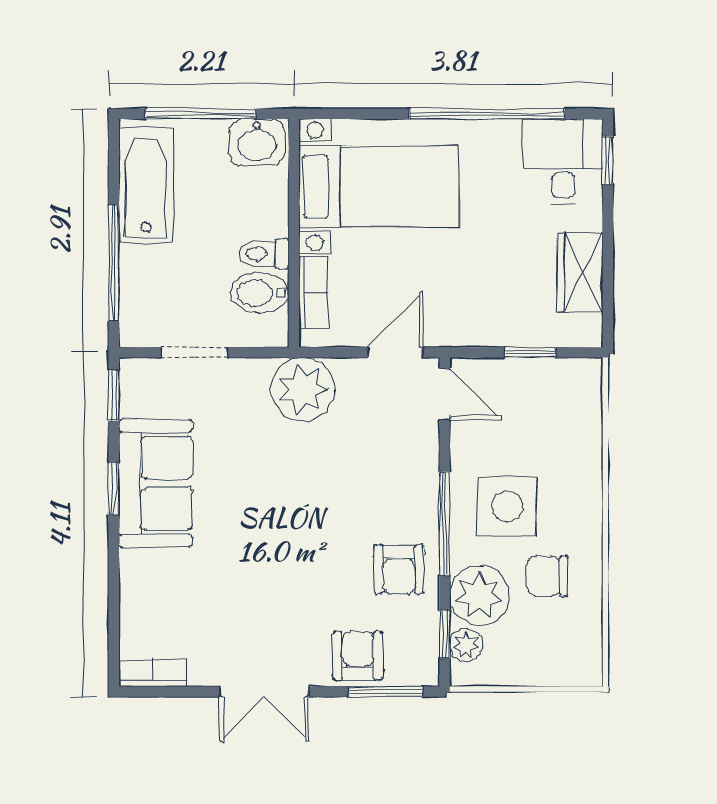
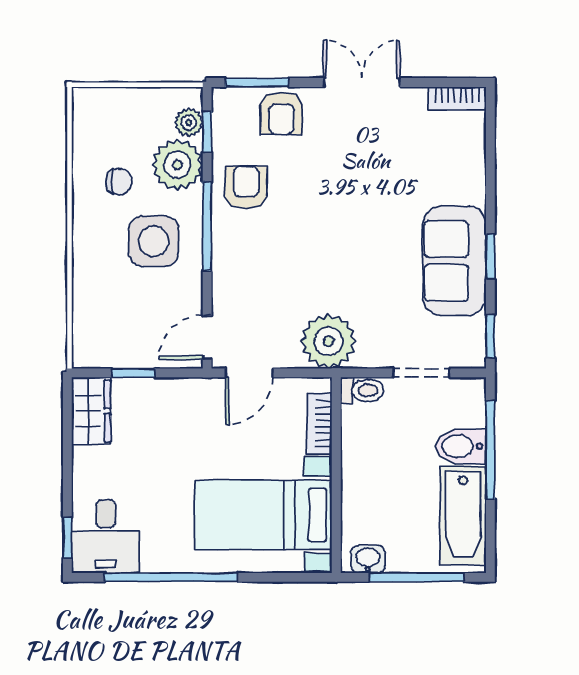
washbasin: (257, 142) -> (368, 559), width x0.72, depth x0.69
toilet: (264, 254) -> (362, 390), moved
wardrobe: (580, 272) -> (91, 411), moved
bidet: (259, 293) -> (461, 446), moved, turned 180
door: (445, 394) -> (207, 337), hinge flipped
chair: (548, 576) -> (119, 182), width x0.73, depth x0.73

